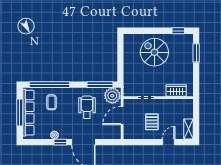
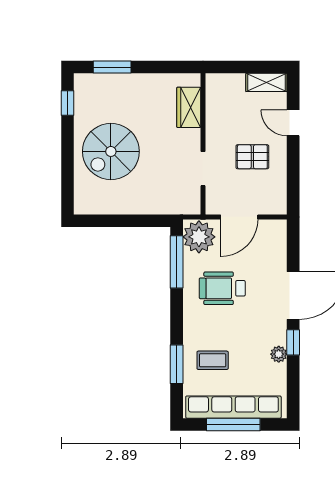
window: (49, 85) -> (177, 364), width x0.47
door: (122, 115) -> (239, 217), hinge flipped

